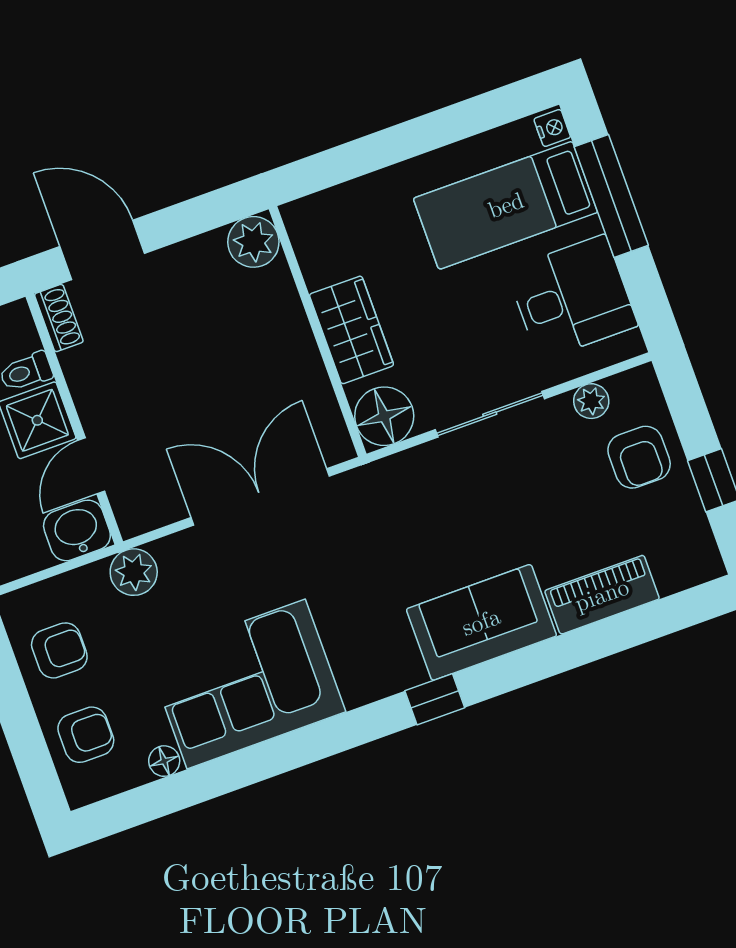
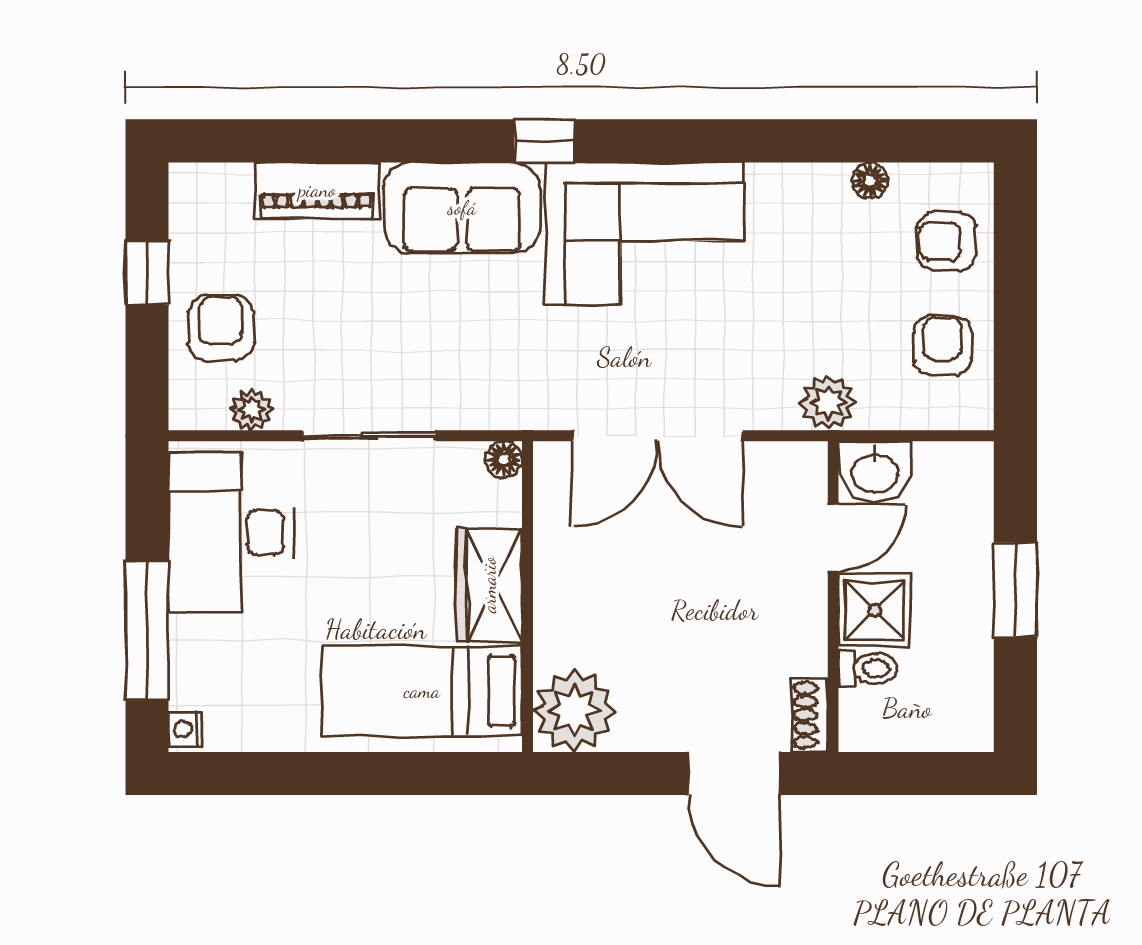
bed: (506, 205) -> (422, 691), moved, turned 180
plant: (253, 242) -> (574, 711), width x1.36, depth x1.36
desk: (572, 298) -> (231, 532), width x1.37
floor lamp: (384, 416) -> (504, 460), width x0.53, depth x0.53
armchair: (59, 650) -> (942, 345), turned 90
corner sofa: (246, 684) -> (644, 233), moved

